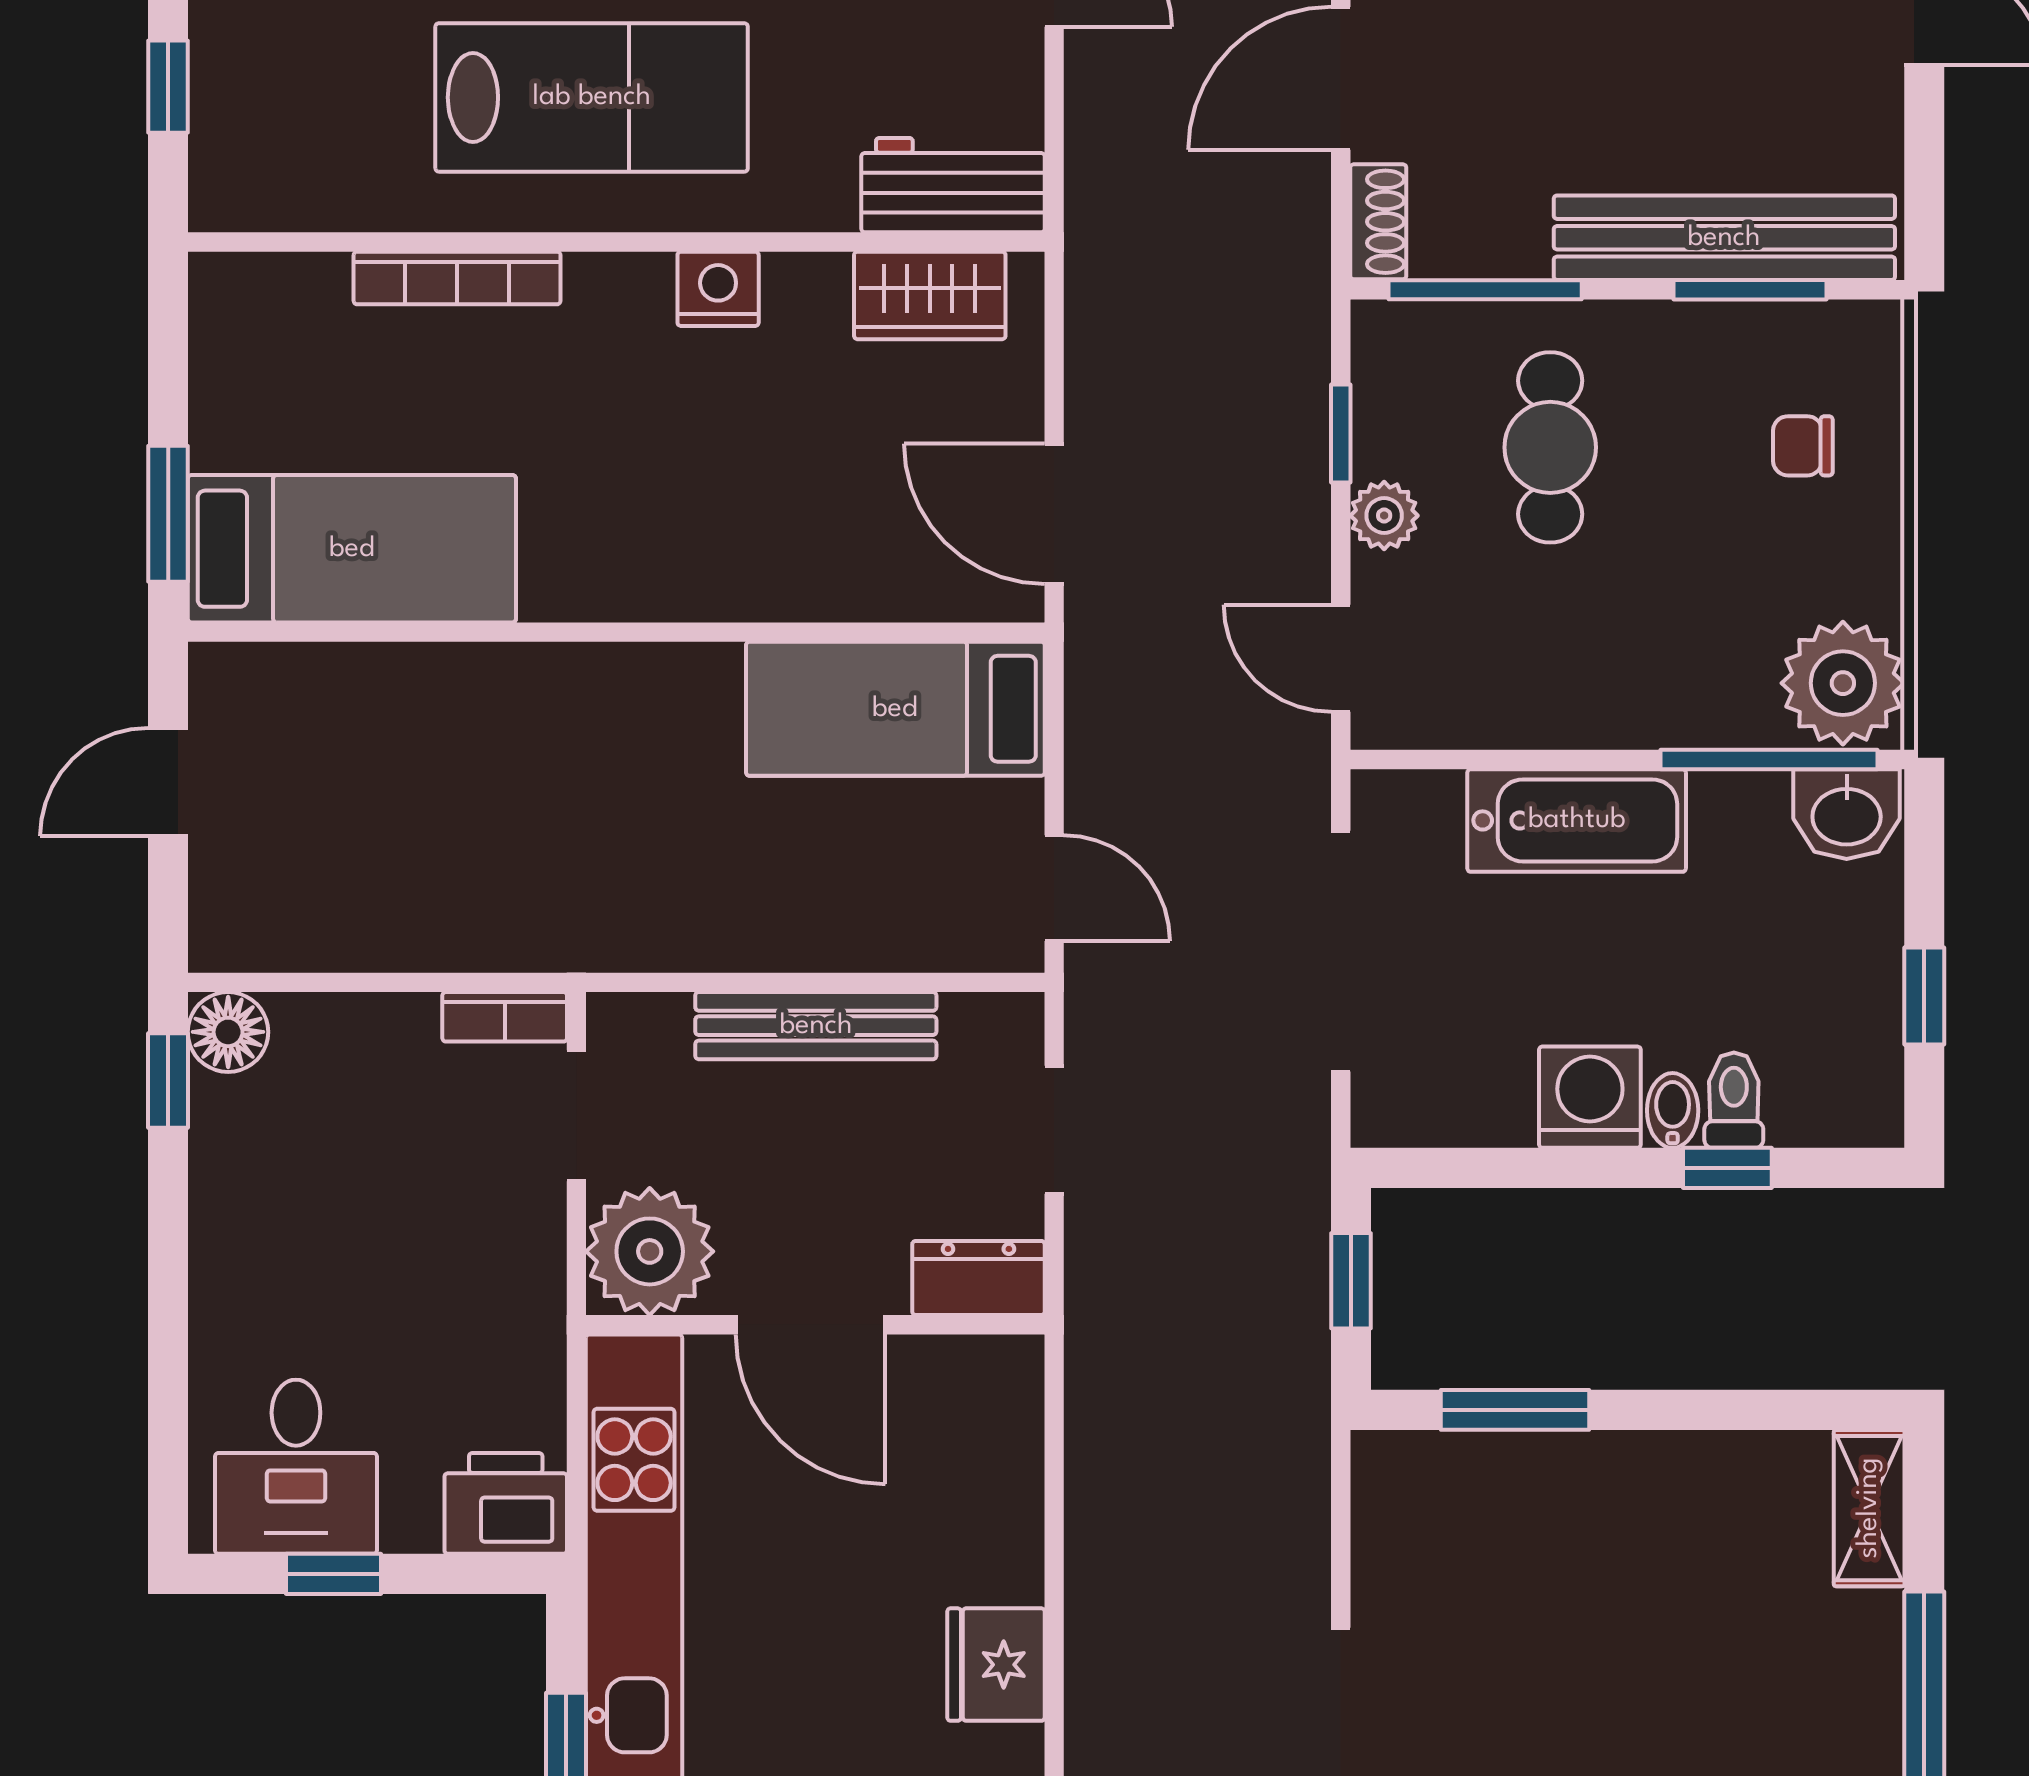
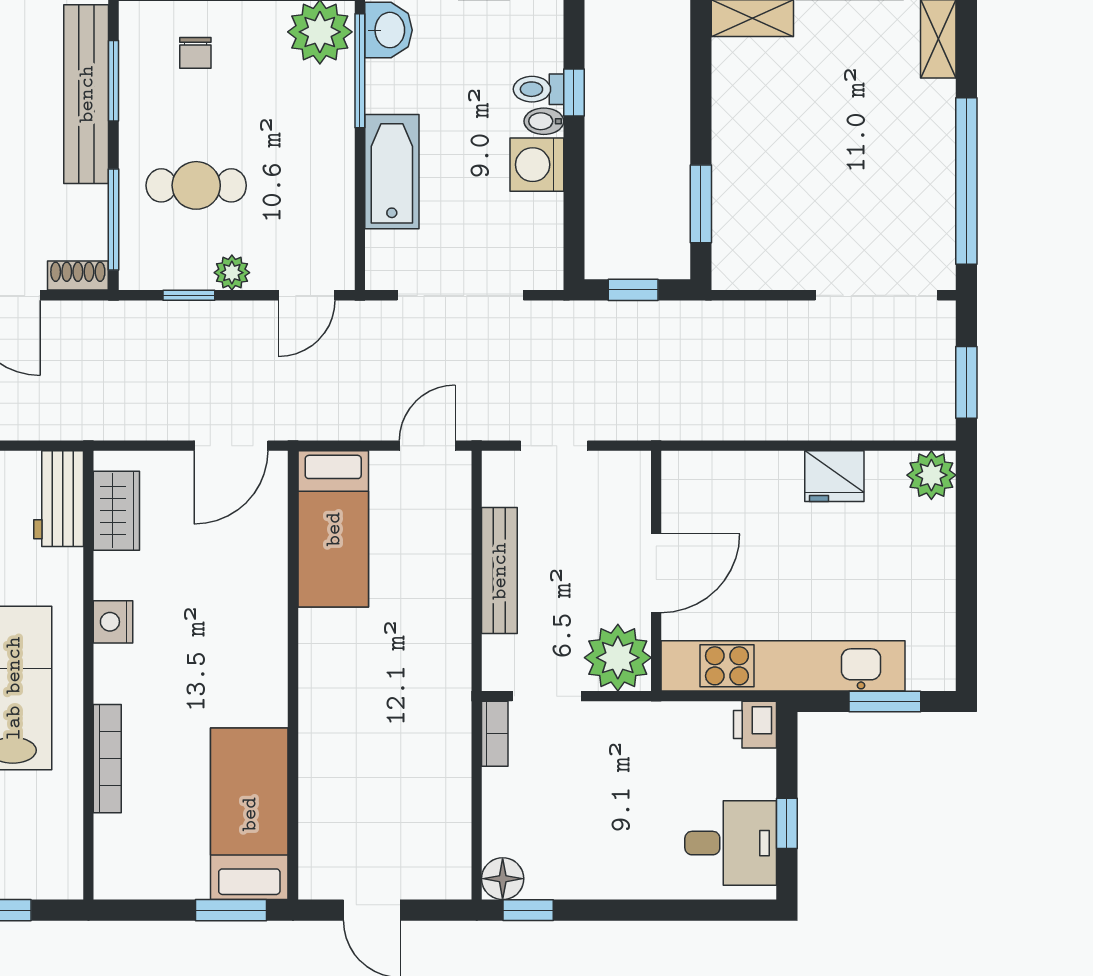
dresser: (978, 1278) -> (632, 485), removed
printer: (506, 1503) -> (755, 725), width x0.73, depth x0.81

